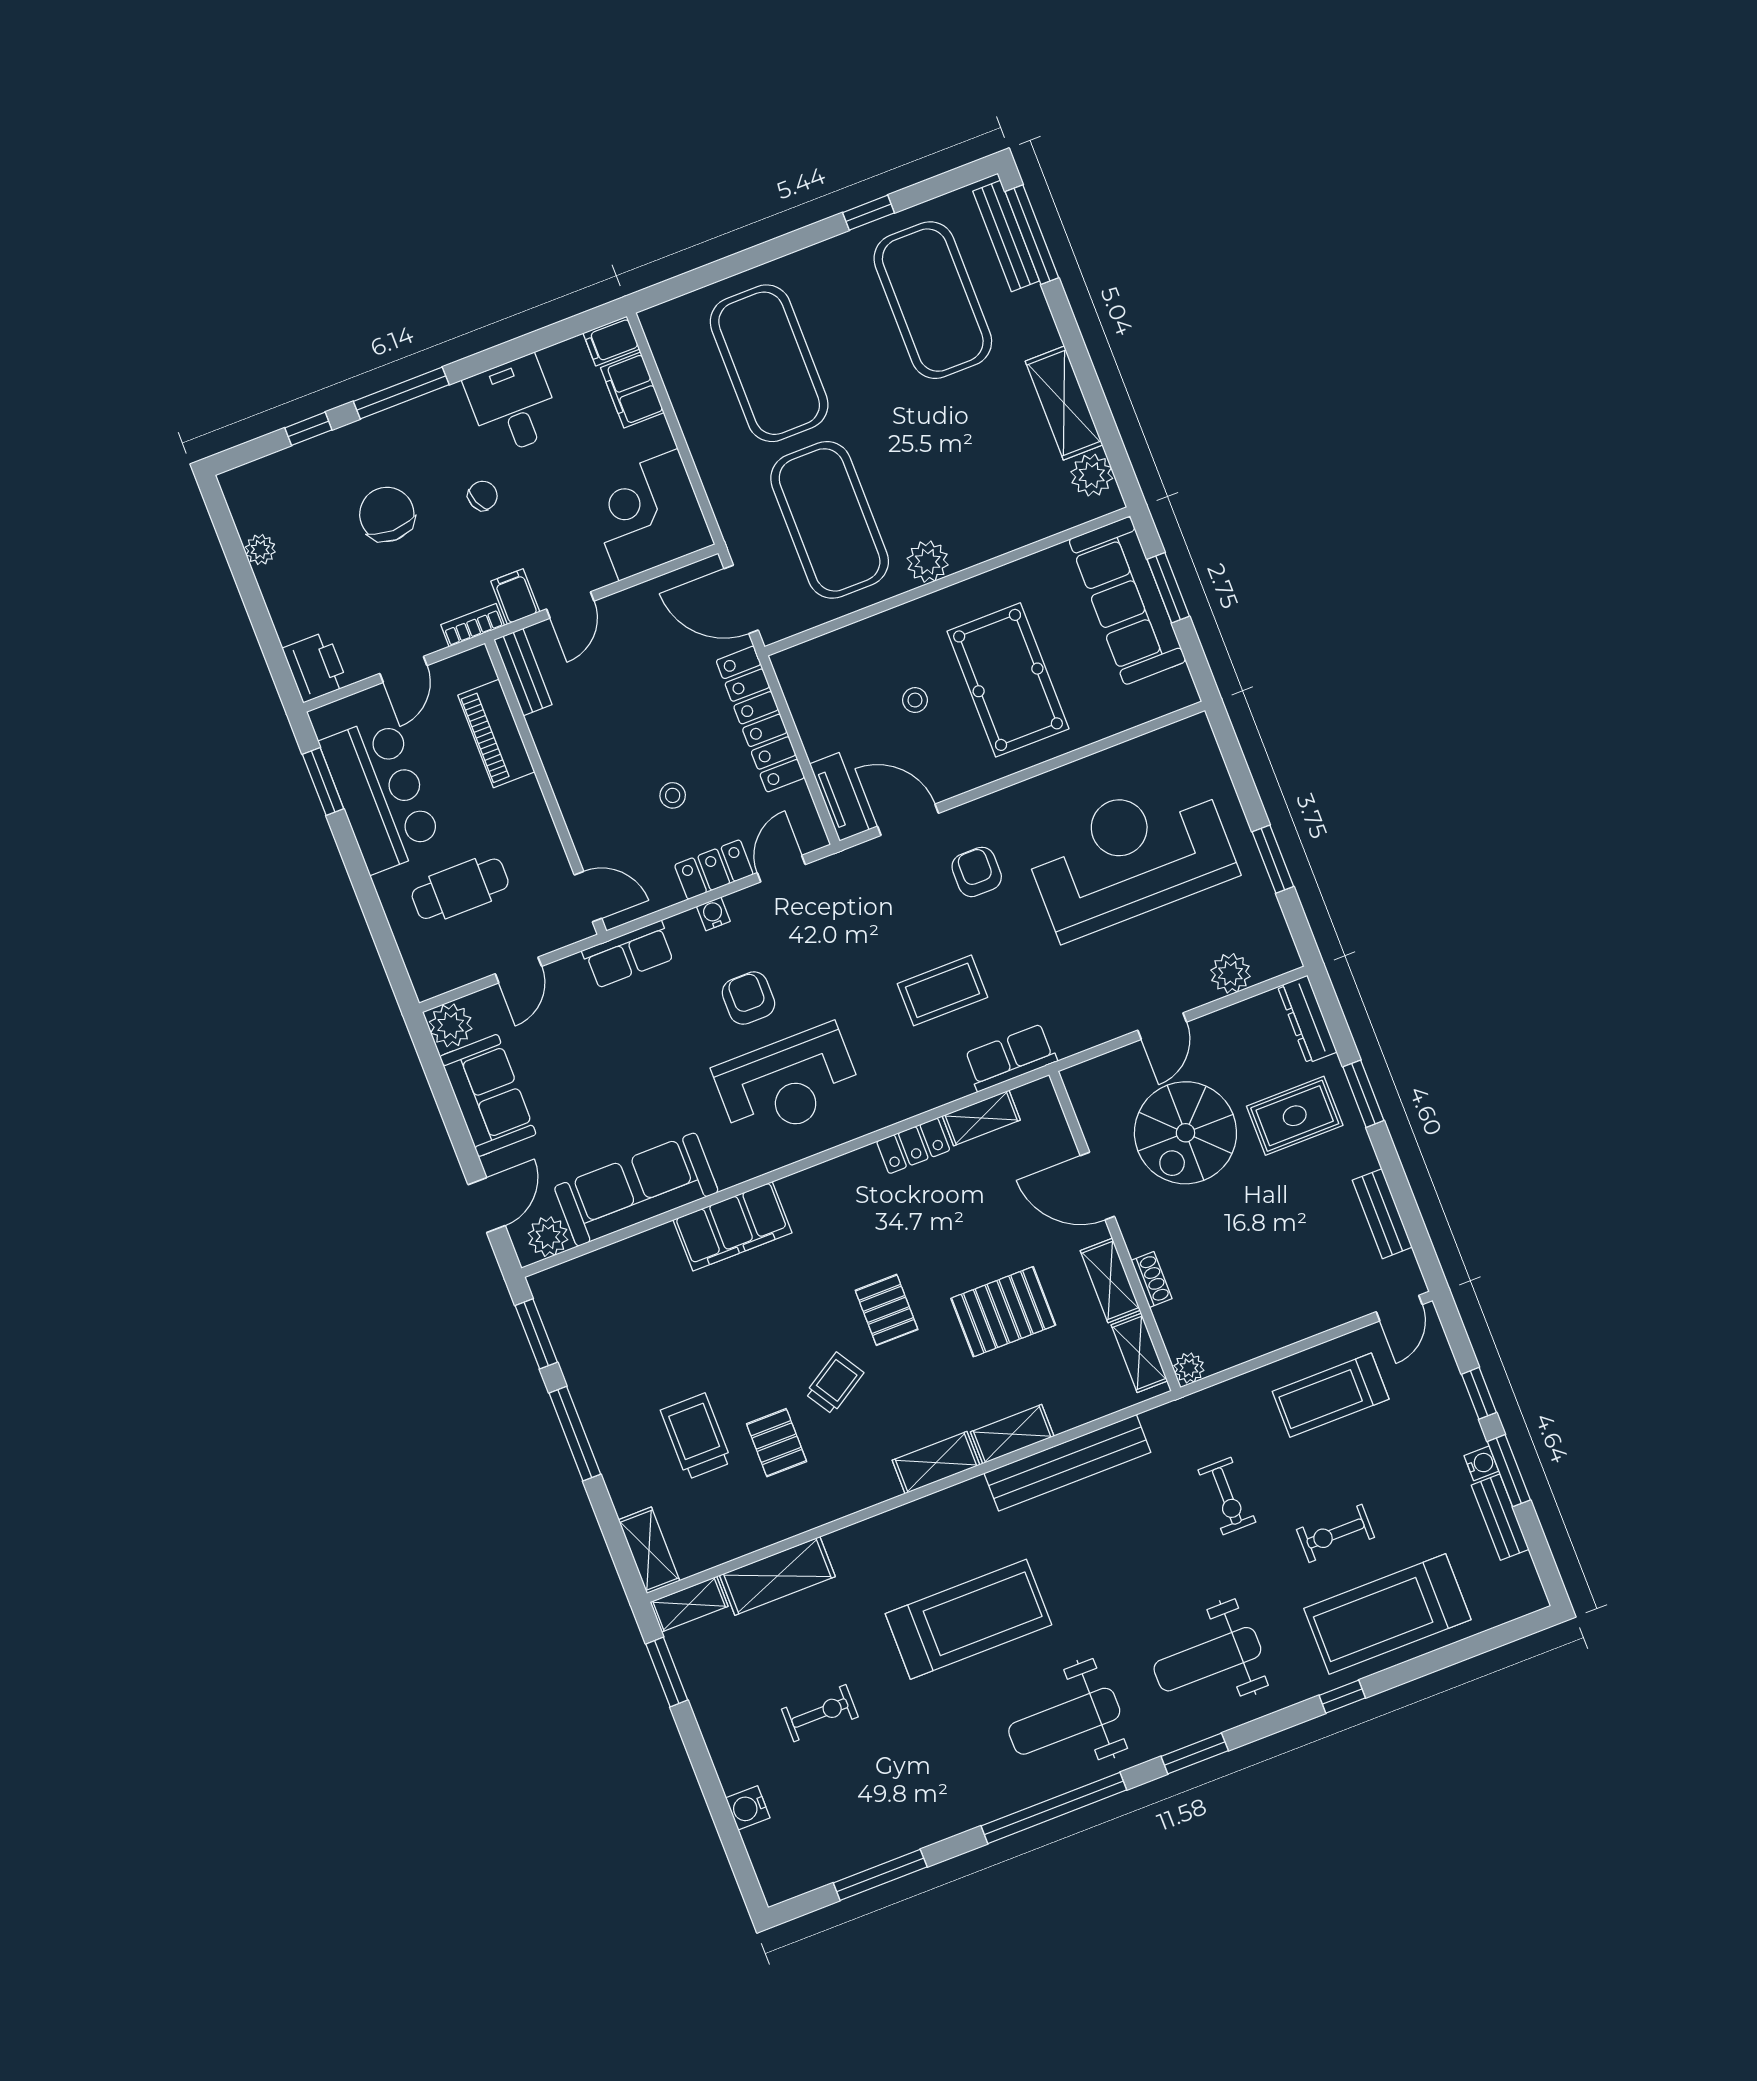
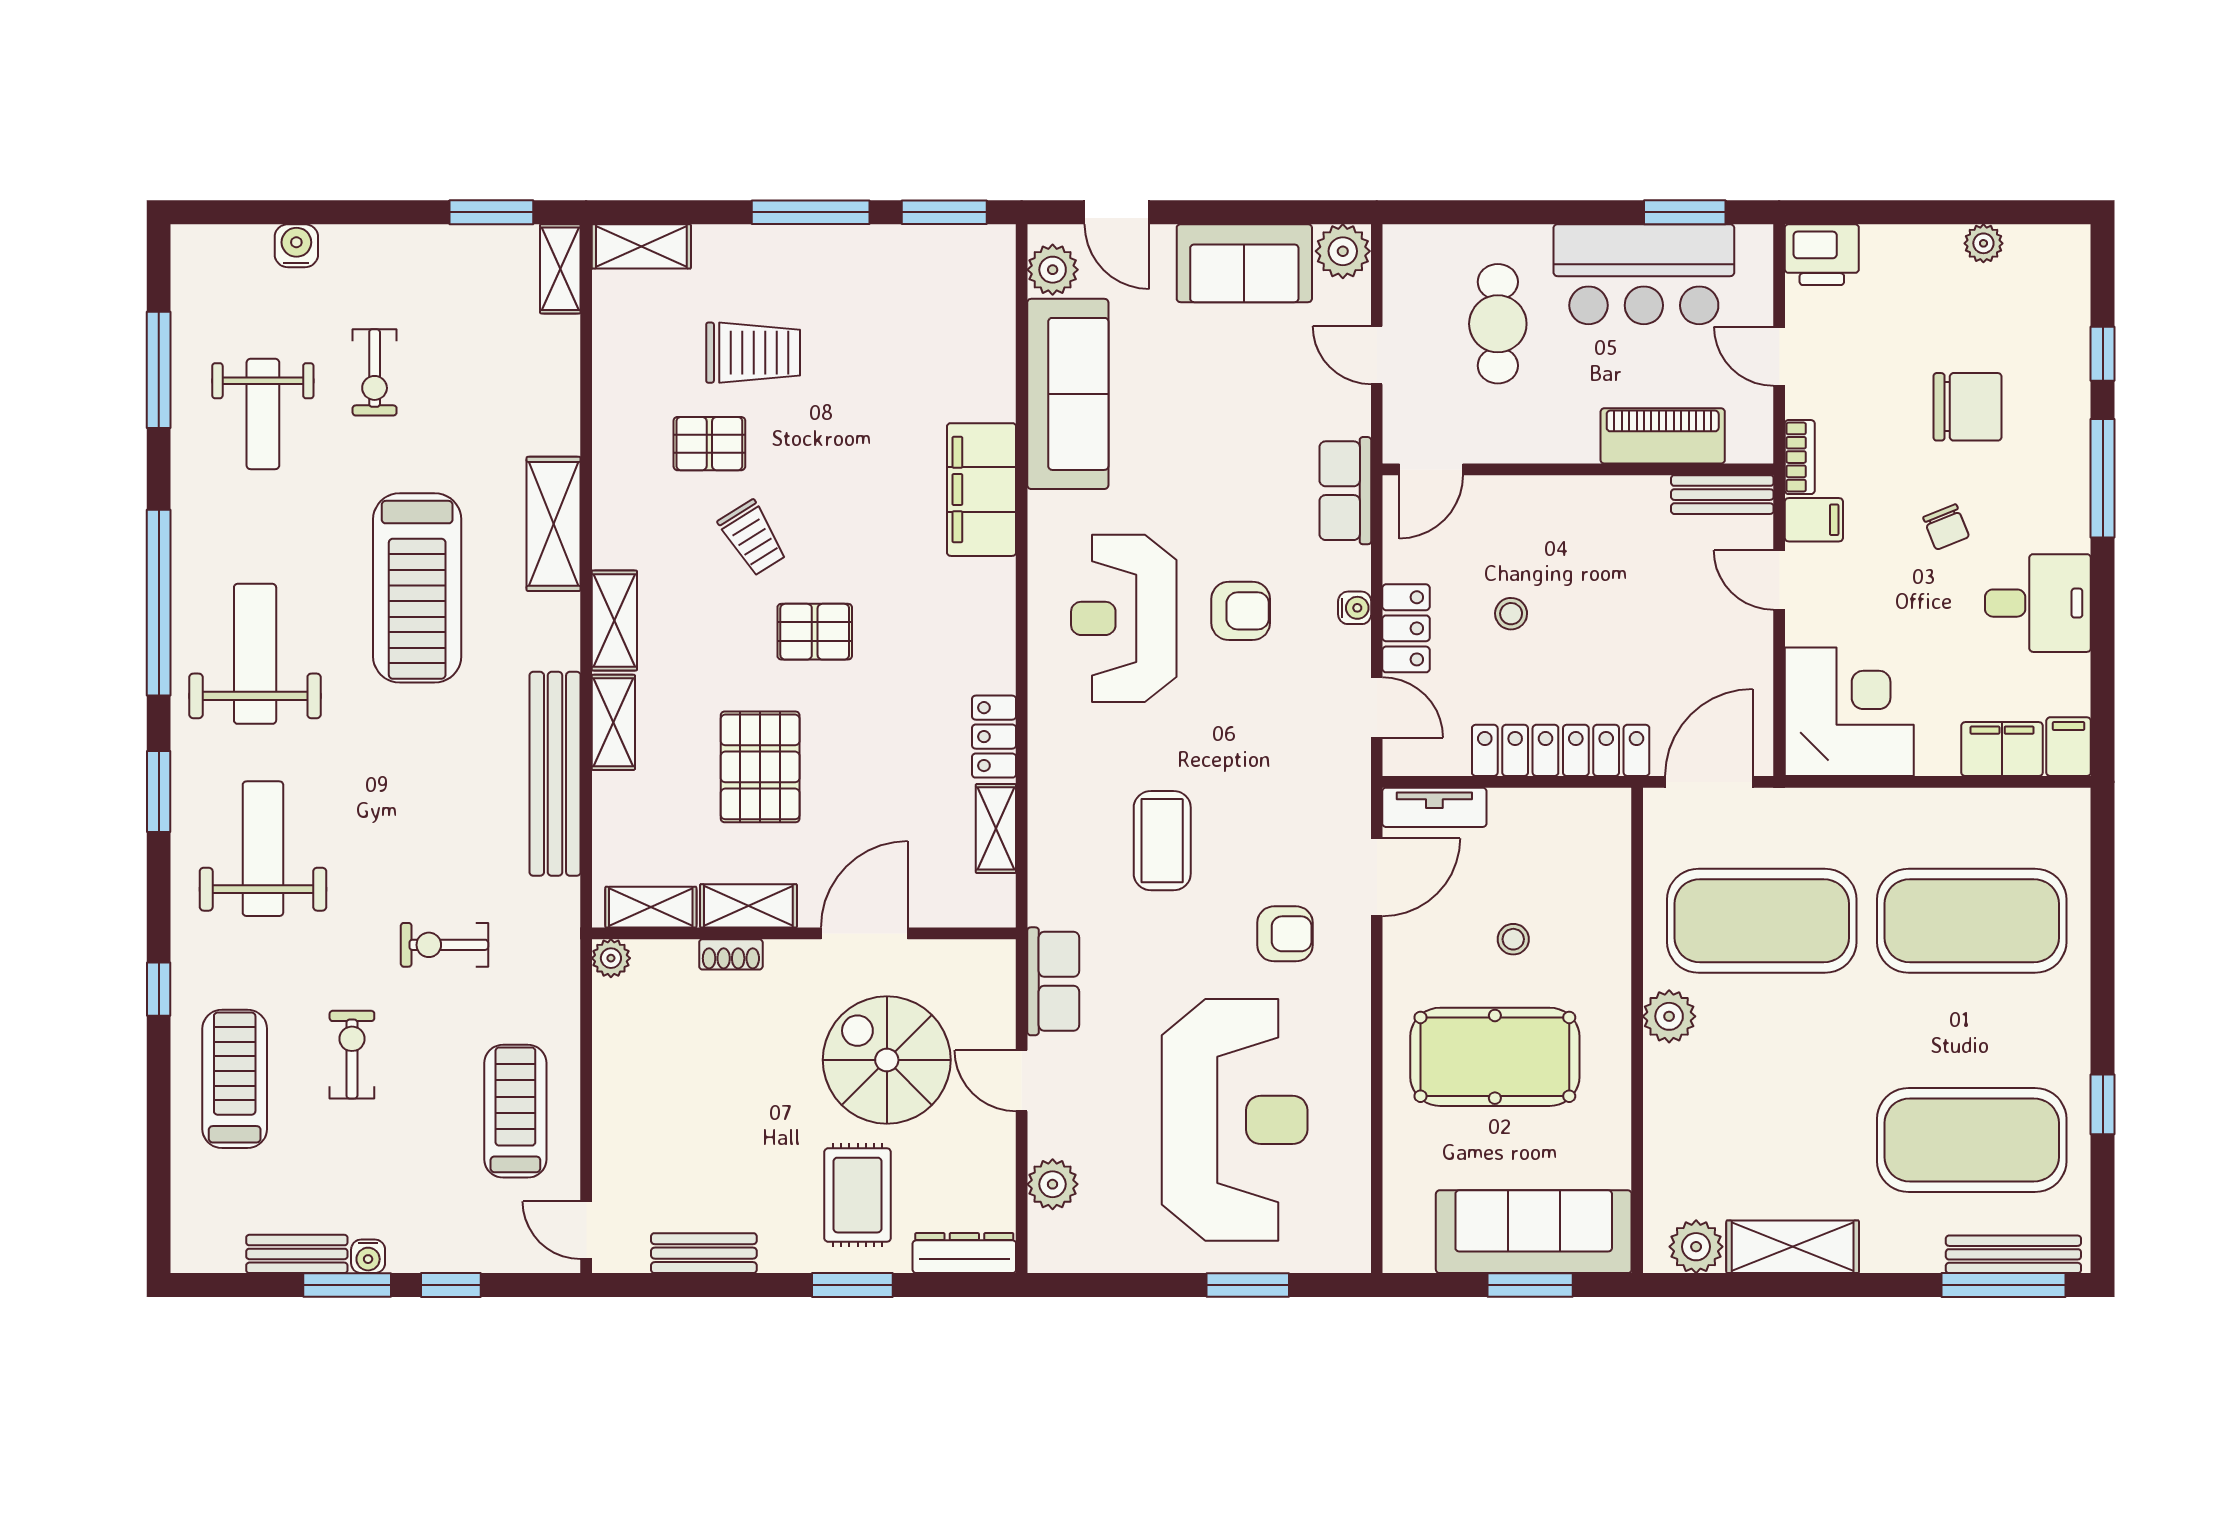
window: (1273, 859) -> (1248, 1285), moved
row of seats: (1010, 1058) -> (1053, 981), moved
shelving: (777, 1576) -> (554, 524), moved
treadmill: (1387, 1614) -> (235, 1079), width x0.73, depth x0.73
weight bench: (883, 1784) -> (263, 414), added

